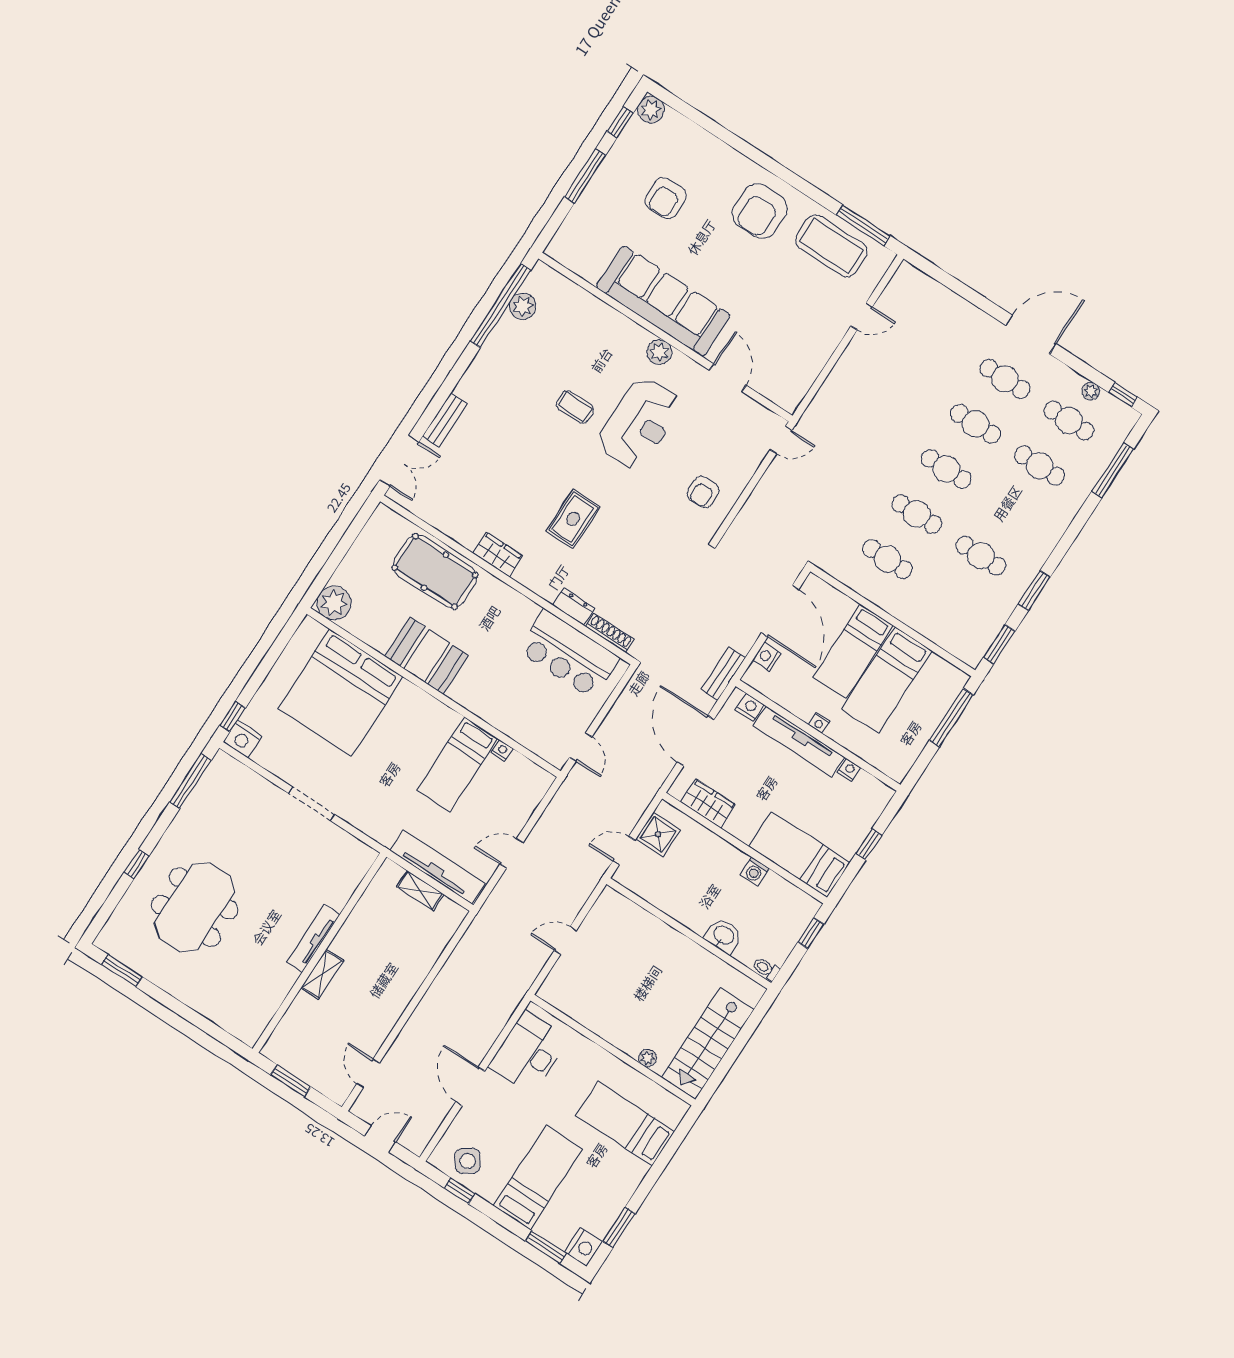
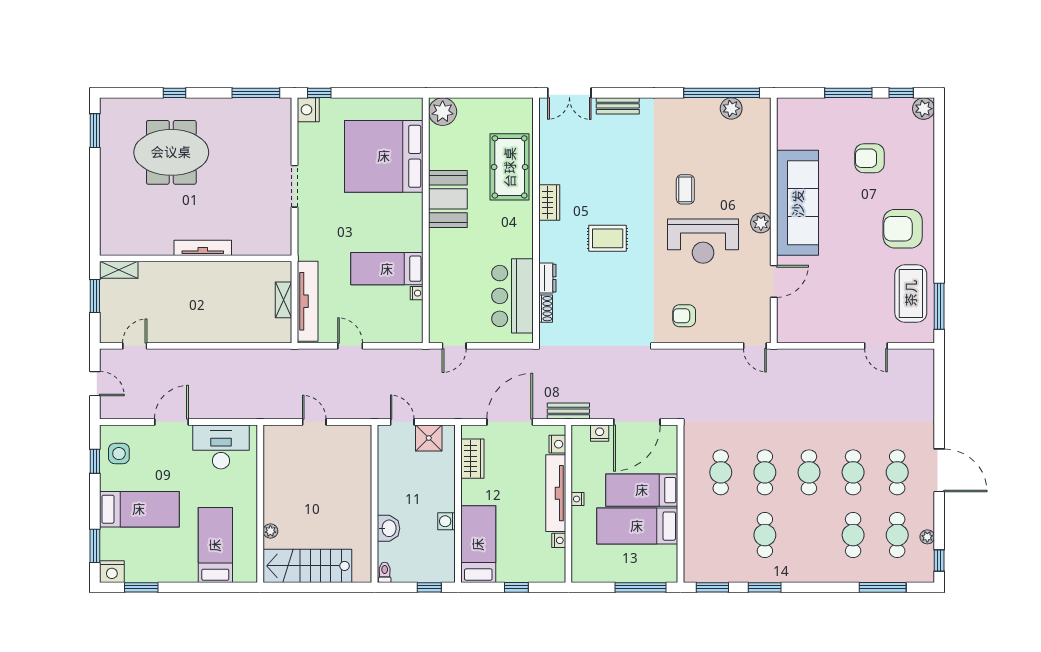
shoe rack: (610, 633) -> (546, 309), width x0.70
shelving: (322, 974) -> (119, 270), moved
side table: (468, 1161) -> (119, 454), turned 36

